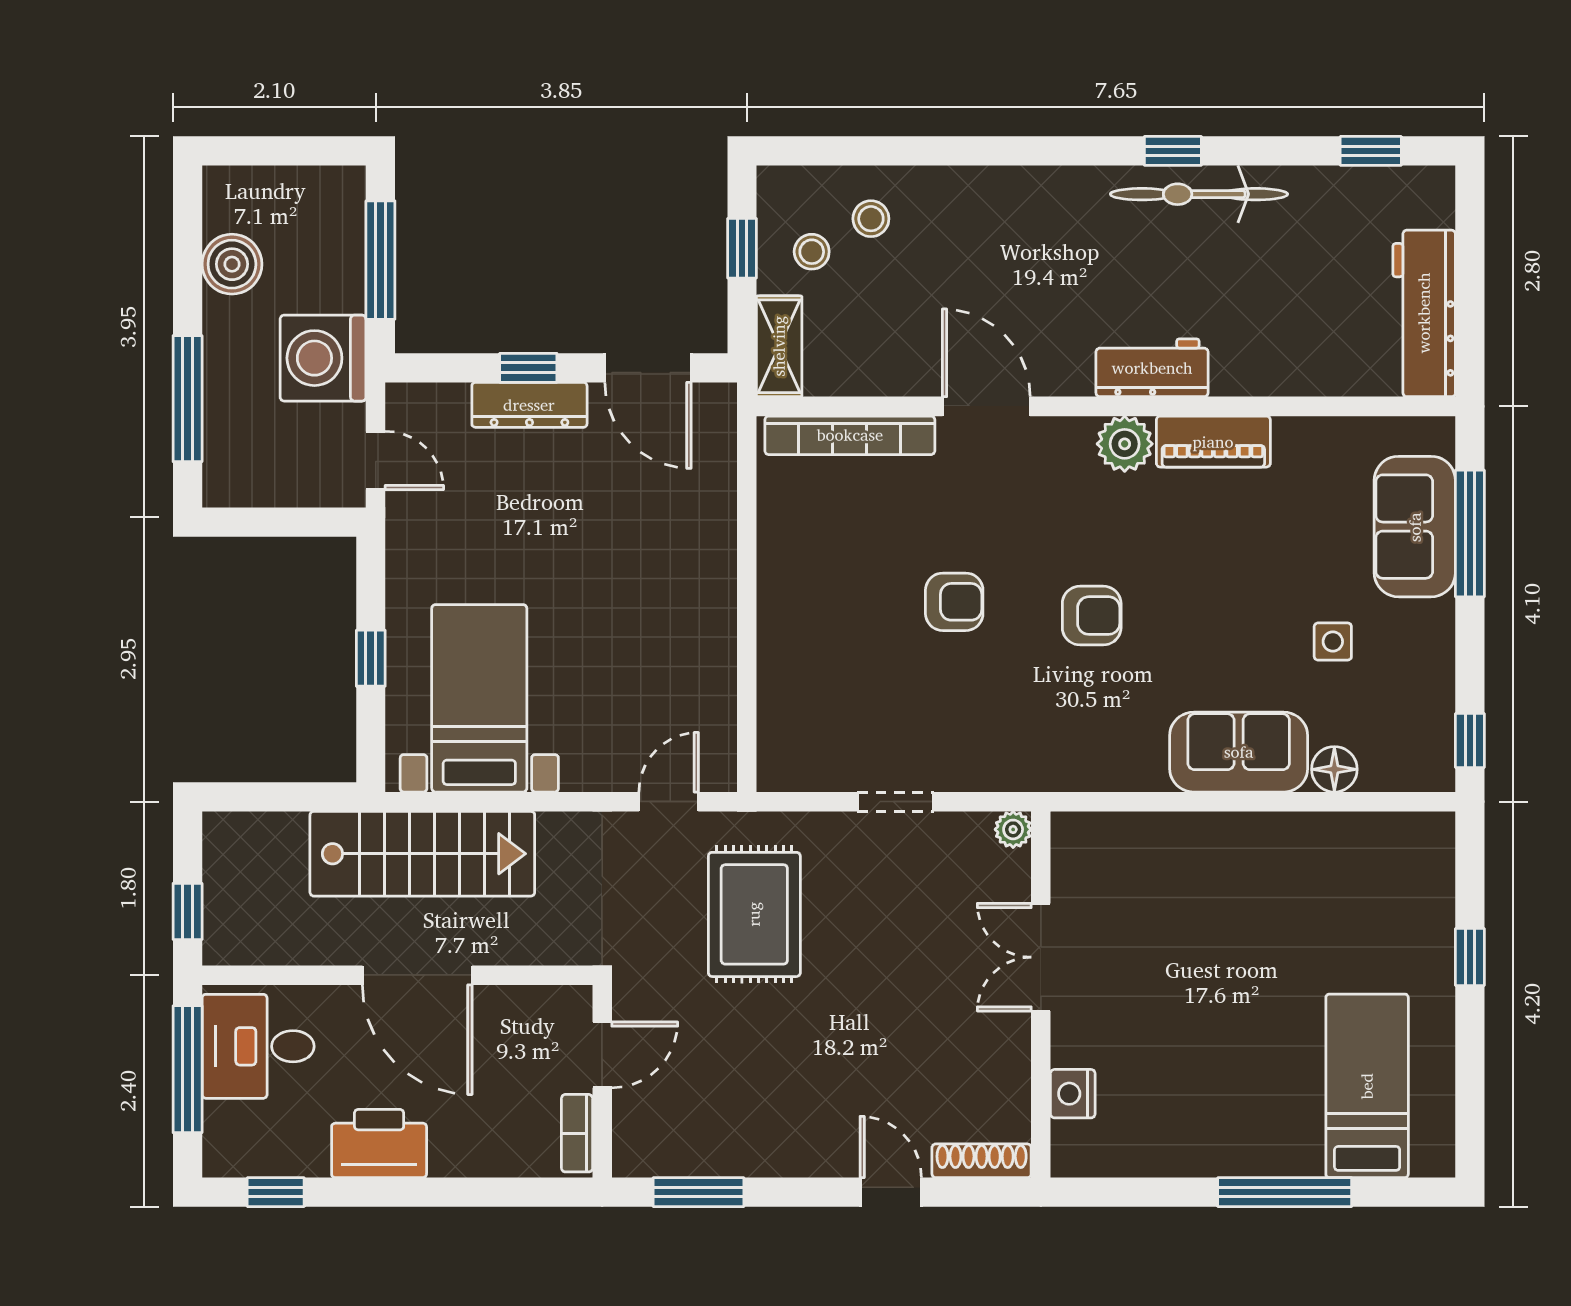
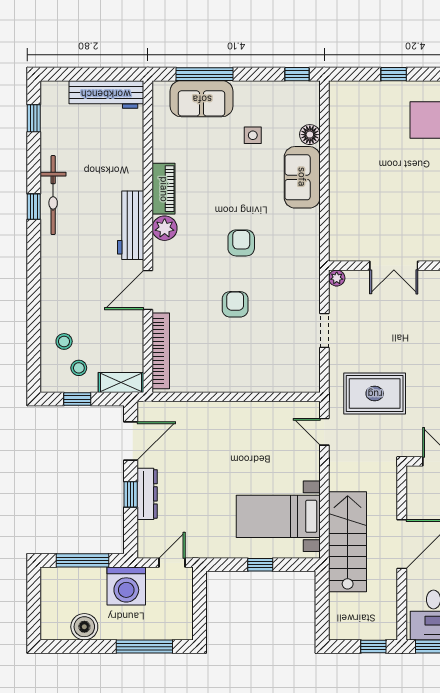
workbench: (1152, 368) -> (131, 225), width x1.38

